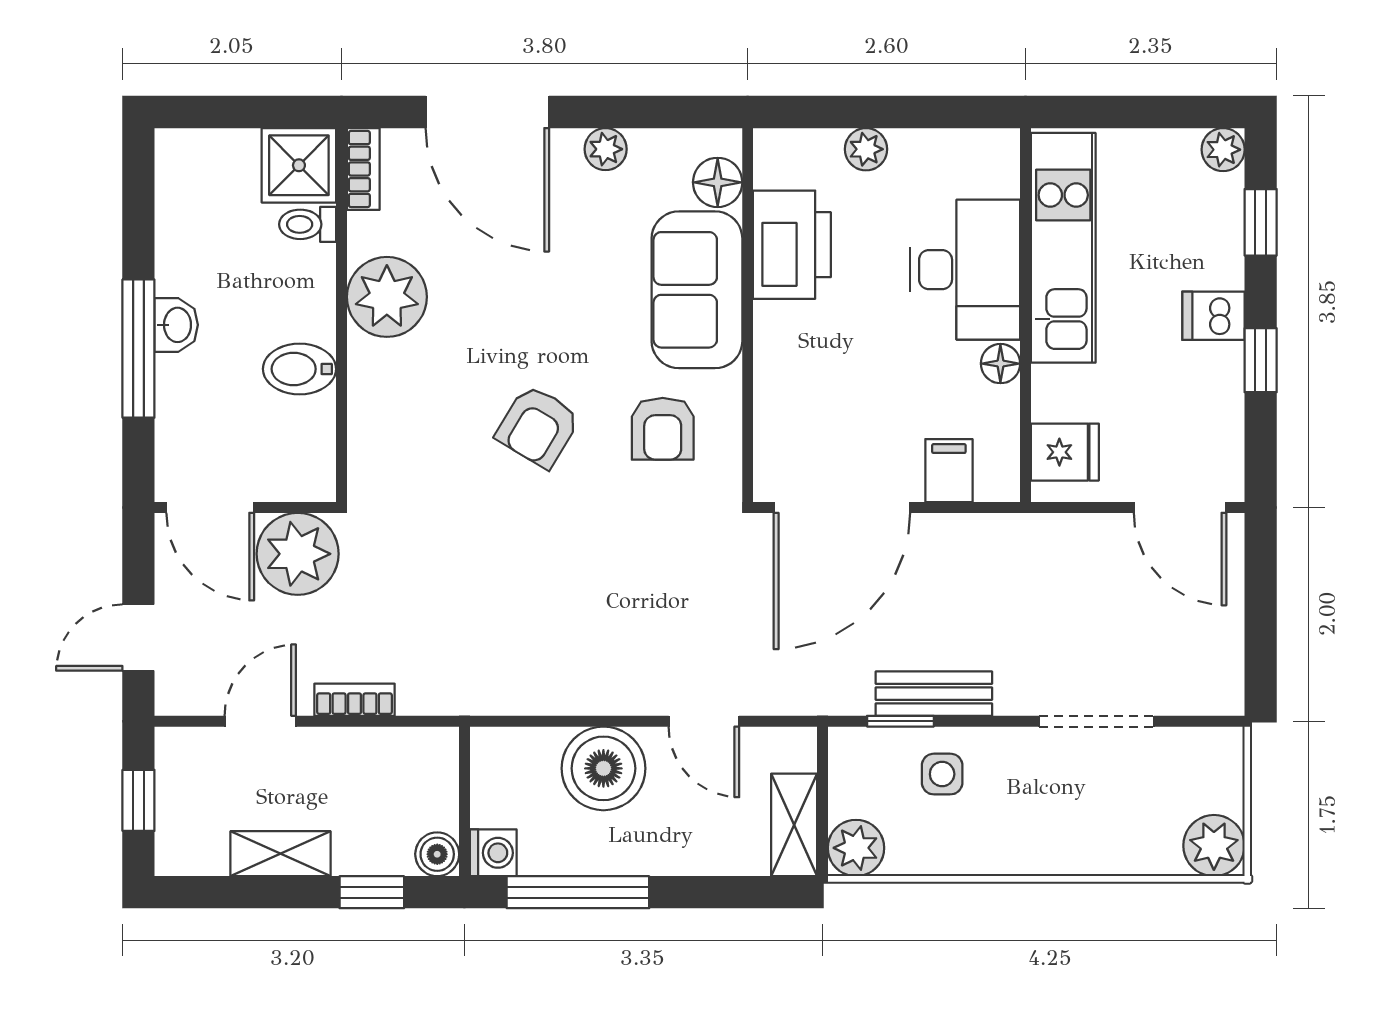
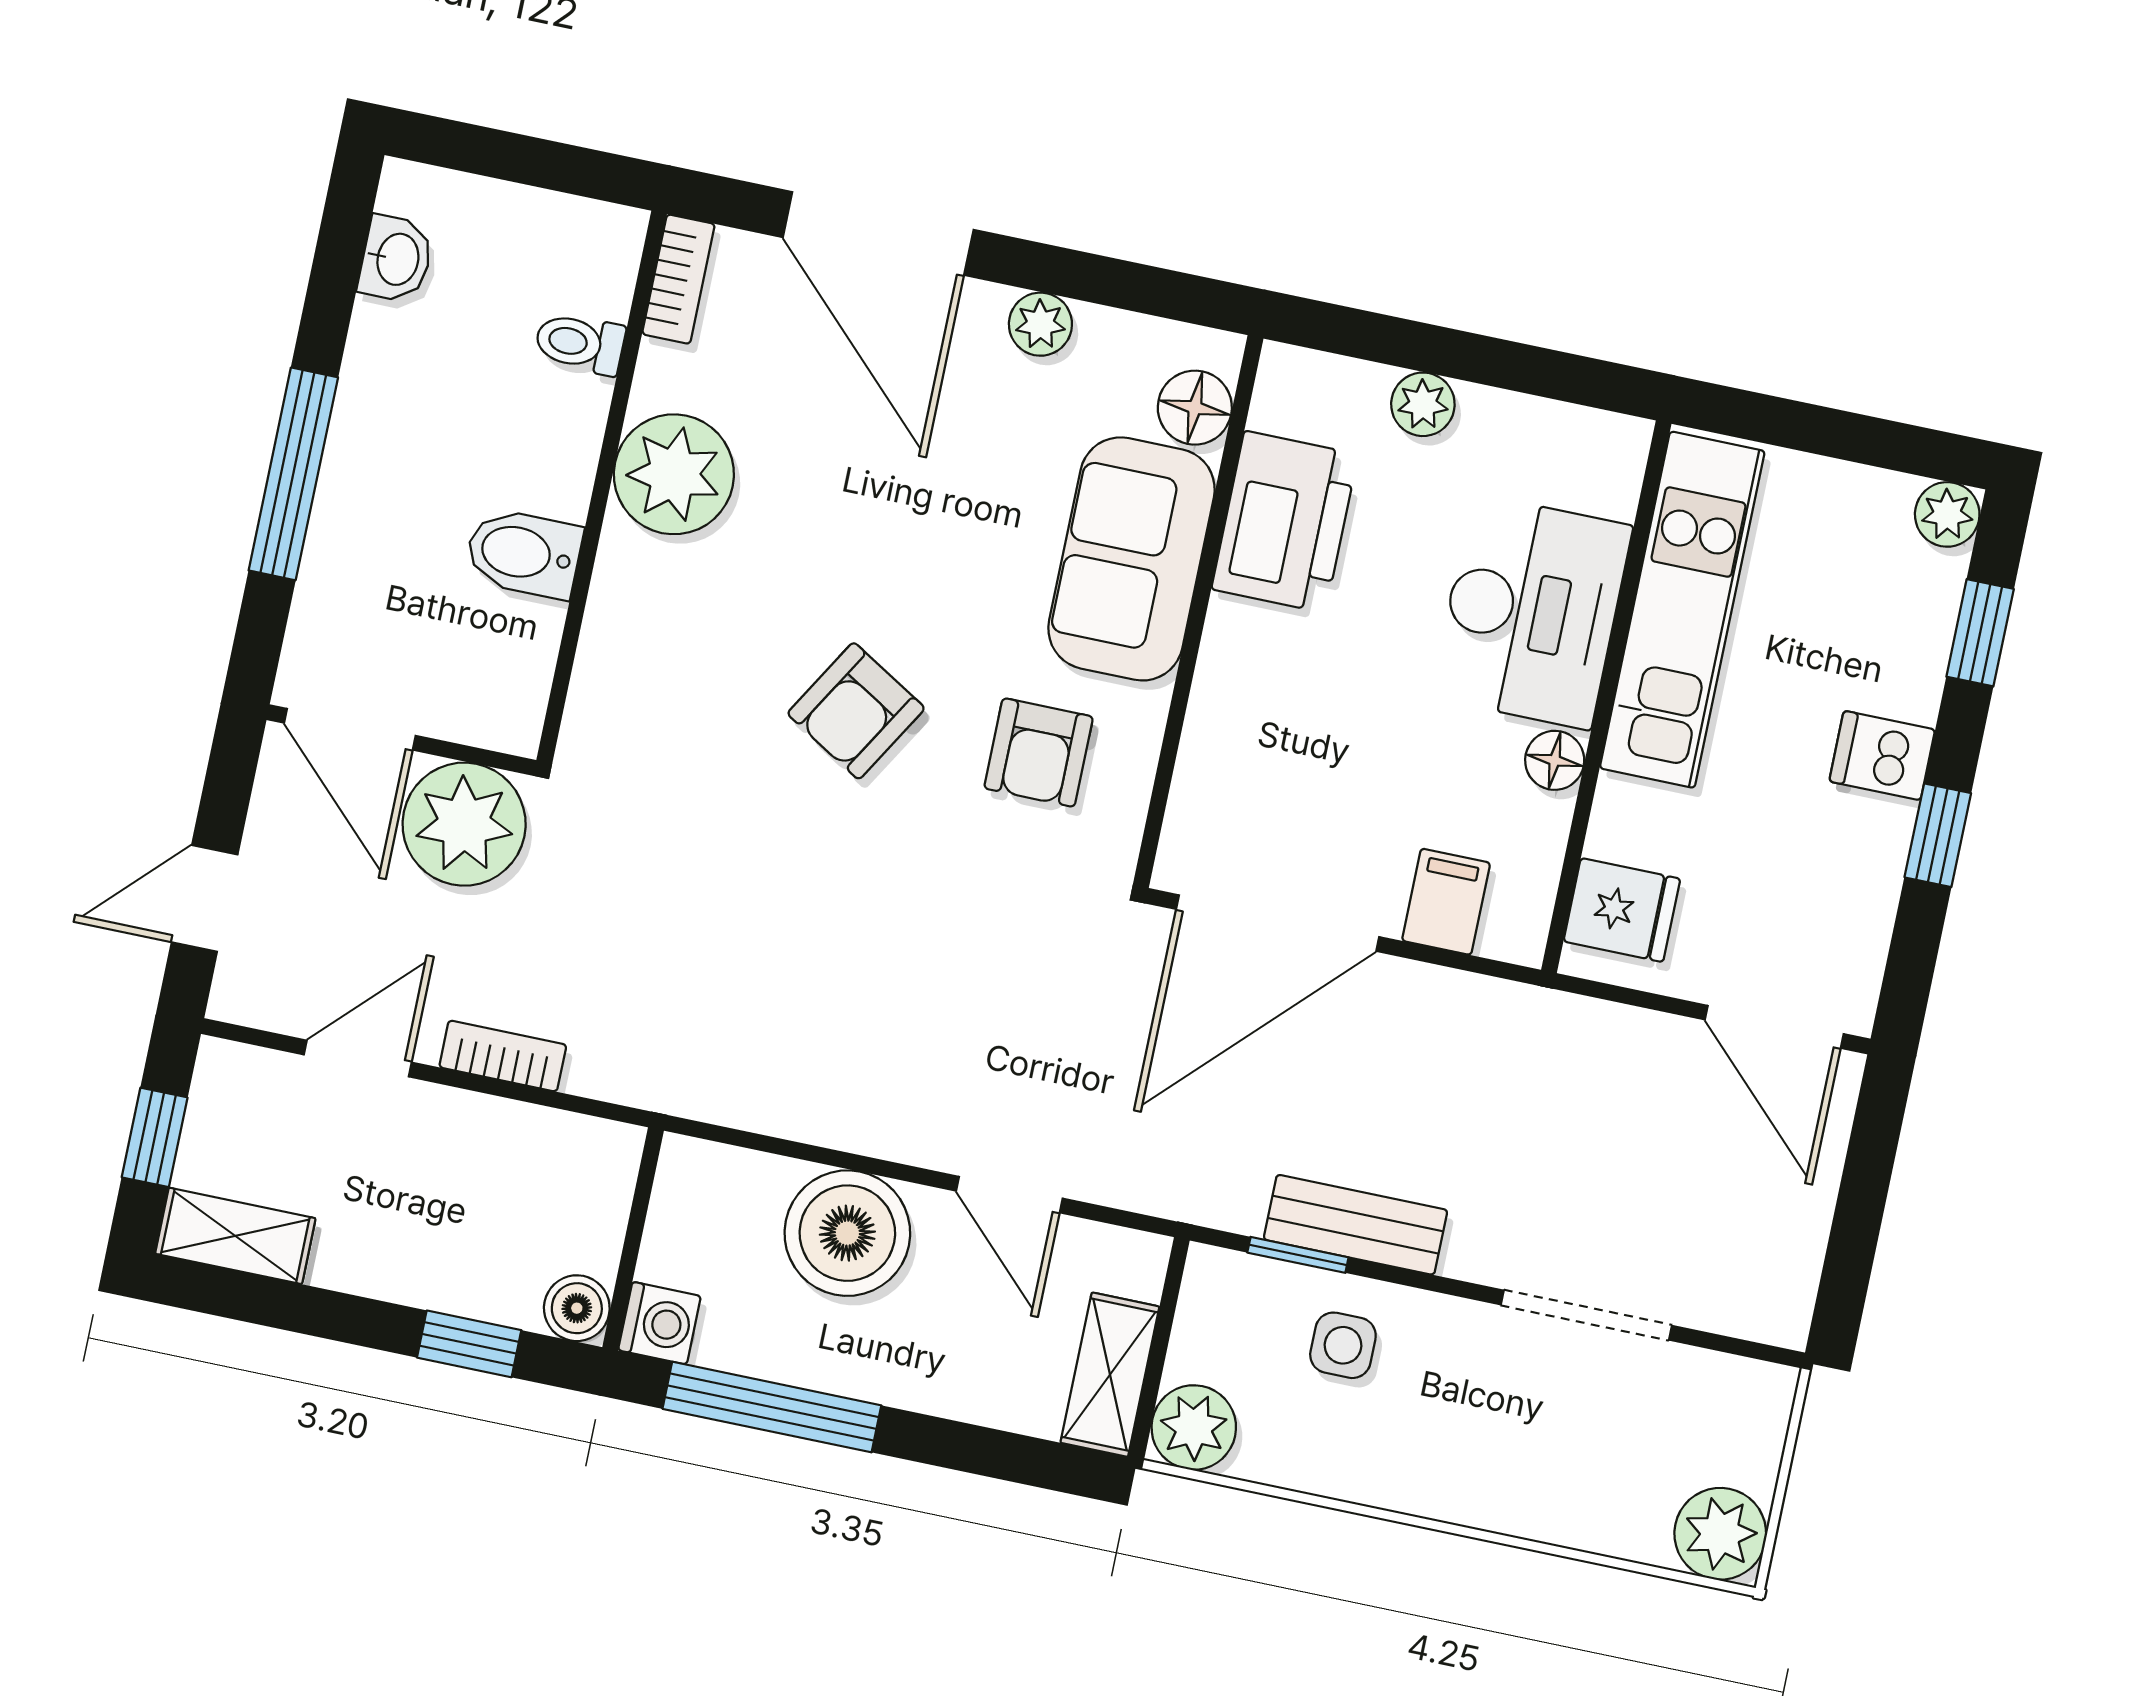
shower: (299, 165) -> (585, 254), removed
washbasin: (176, 325) -> (396, 259), moved
shelving: (281, 854) -> (235, 1236), moved

